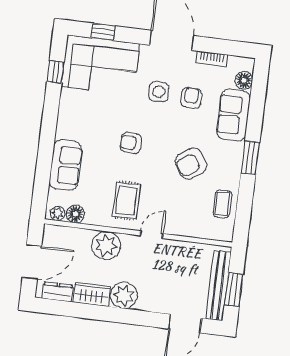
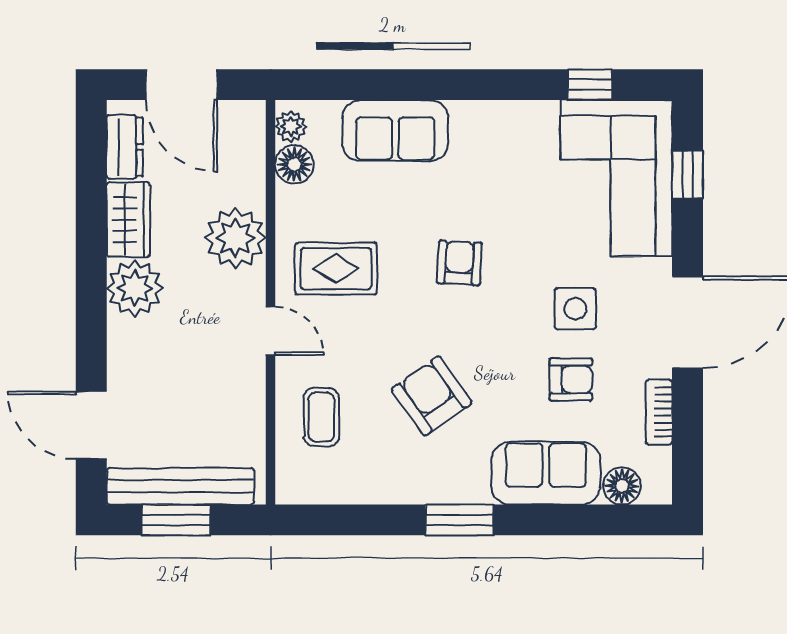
coffee table: (222, 204) -> (321, 417), moved, turned 90

